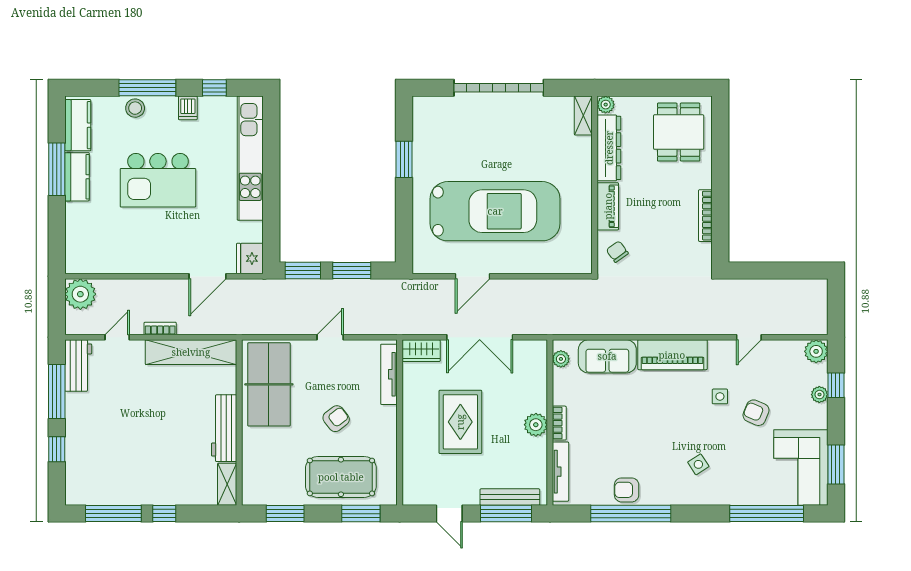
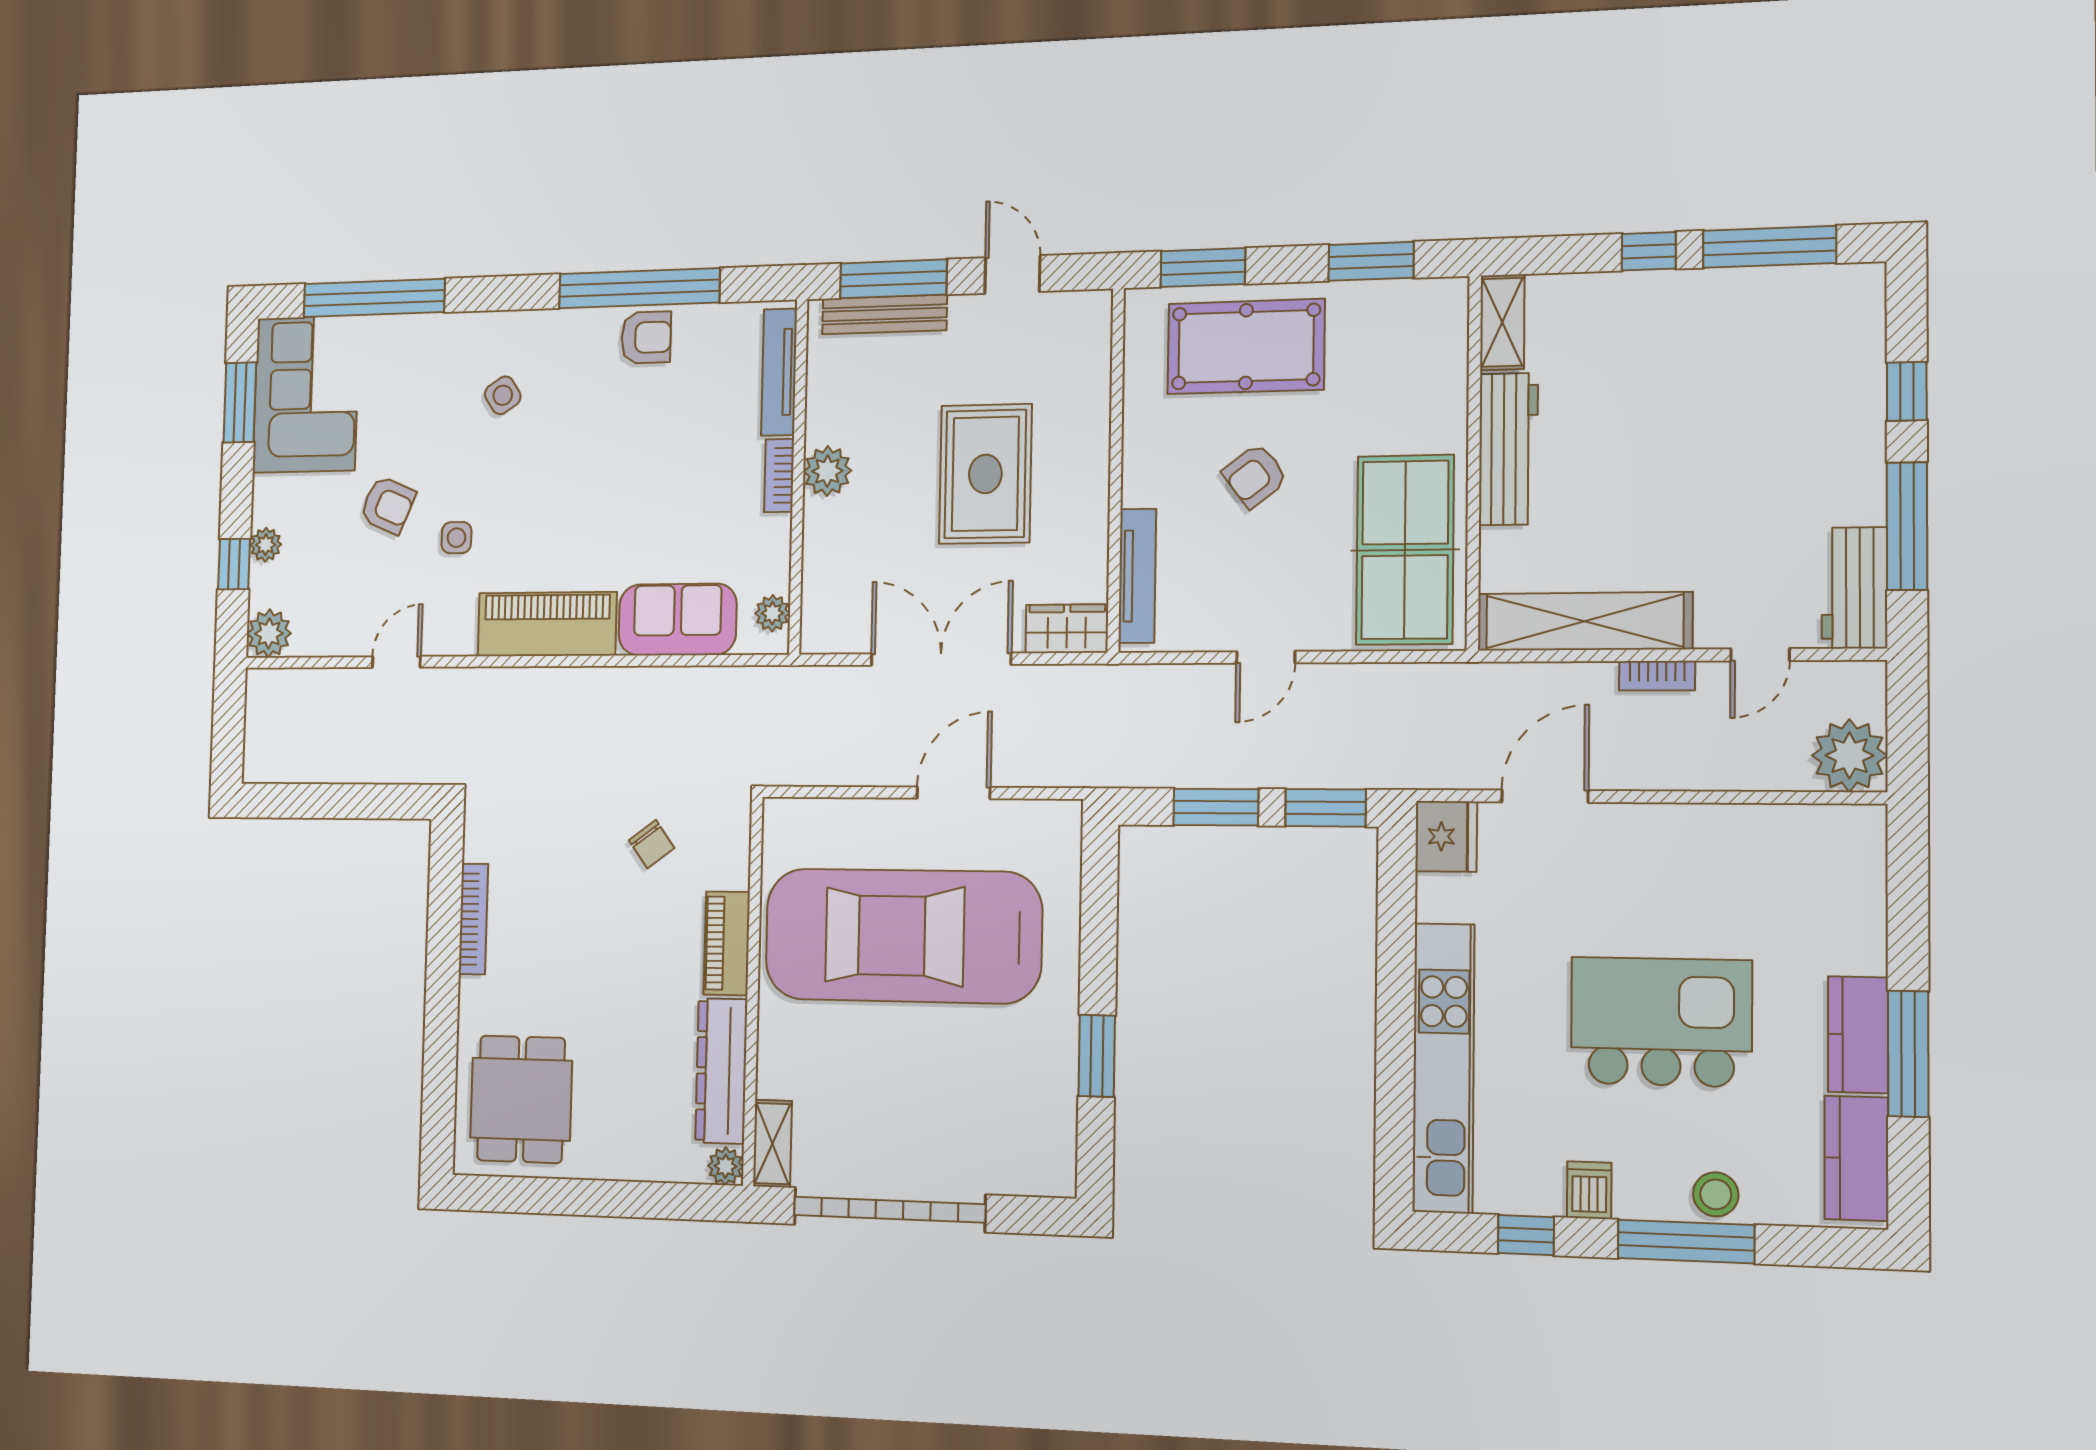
plant: (606, 105) -> (726, 1166), moved
shelving: (583, 116) -> (773, 1144), moved
dresser: (609, 148) -> (721, 1071), moved
wall: (595, 185) -> (753, 991), moved
piano: (608, 206) -> (727, 943), moved

